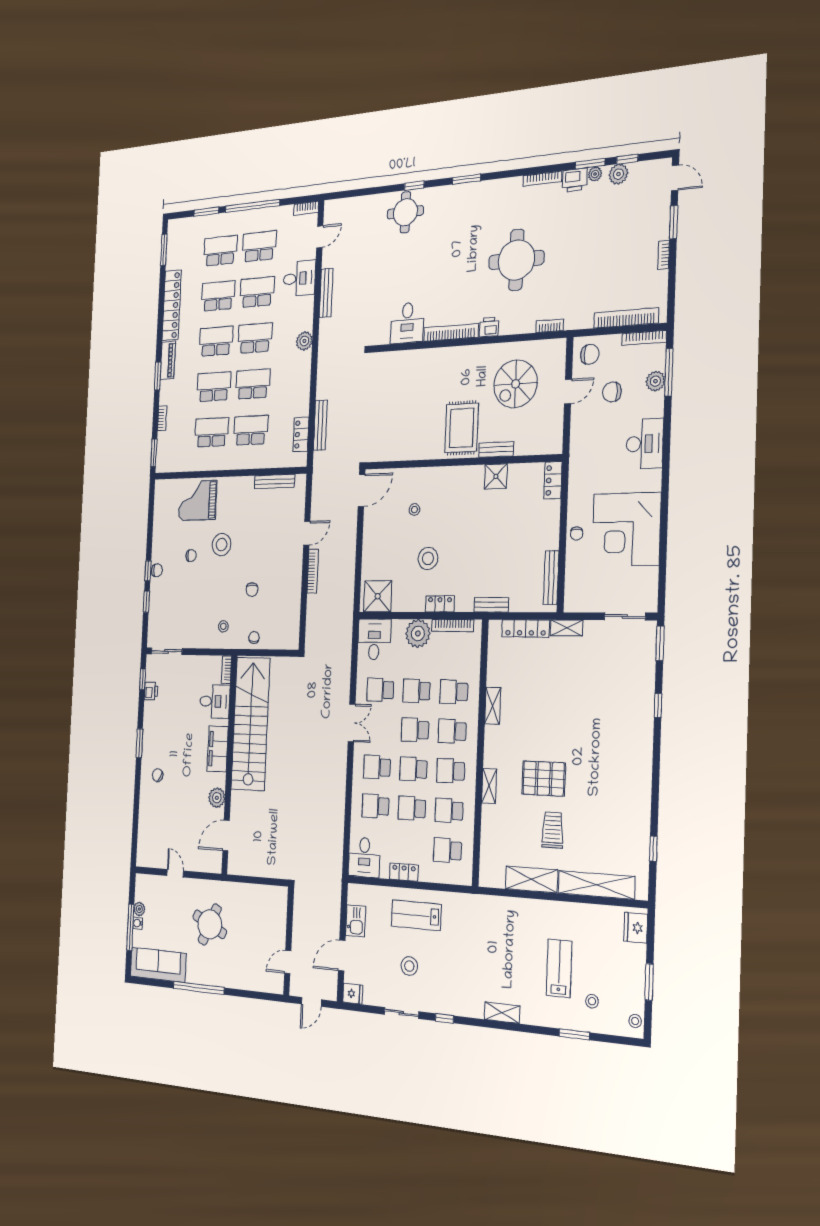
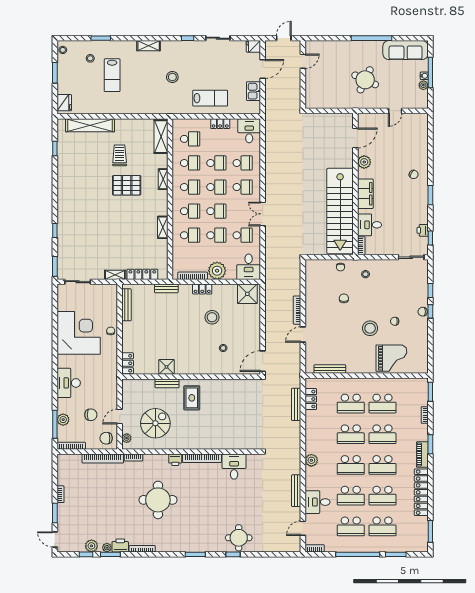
bookcase: (626, 318) -> (103, 458), moved
plant: (559, 357) -> (127, 438), added
rug: (462, 428) -> (192, 398), width x0.73, depth x0.70
trolley: (553, 830) -> (120, 155), turned 180
door: (175, 873) -> (395, 111), hinge flipped
shelving: (531, 879) -> (161, 137), moved, turned 90
stool: (409, 966) -> (172, 77), moved

